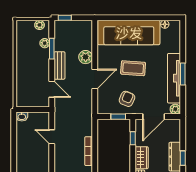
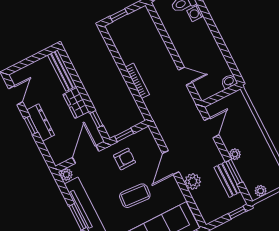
plant: (45, 43) -> (235, 154), moved
bench: (59, 65) -> (227, 180), moved
door: (52, 89) -> (212, 128), swing flipped
armchair: (127, 99) -> (125, 159), turned -113

